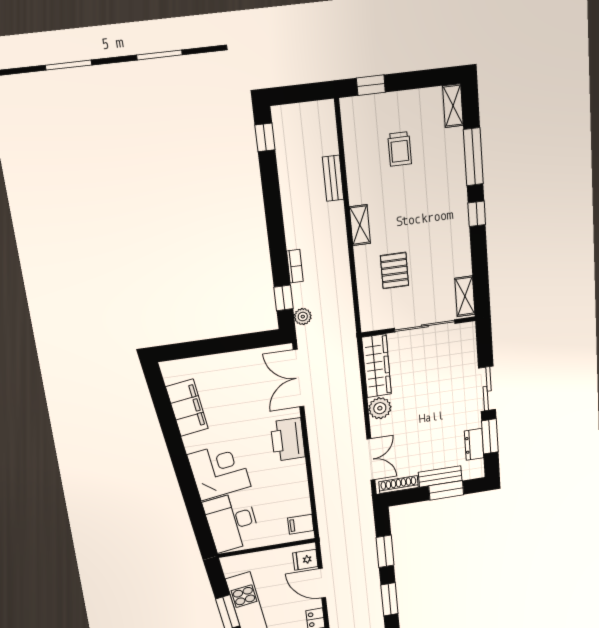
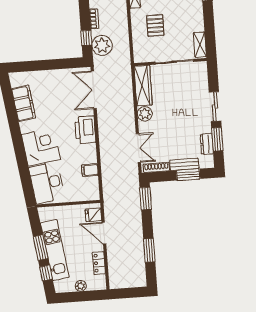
plant: (303, 317) -> (102, 45), width x1.88, depth x1.88
filing cabinet: (301, 524) -> (90, 170), moved
window: (385, 551) -> (146, 199), moved

